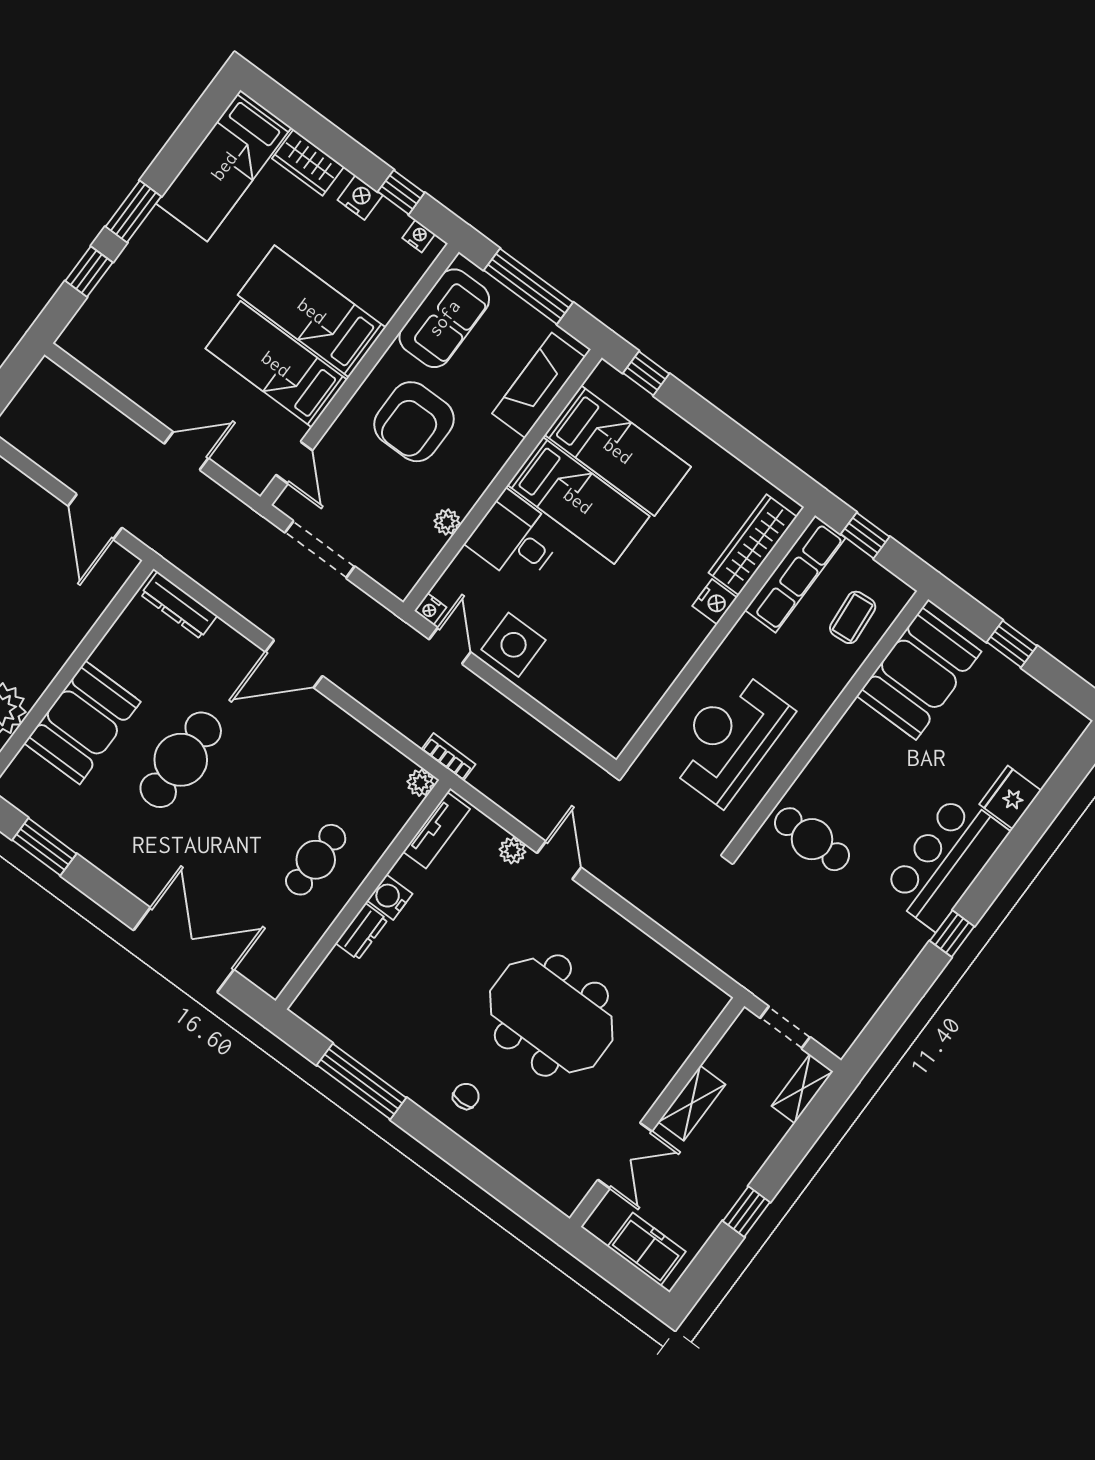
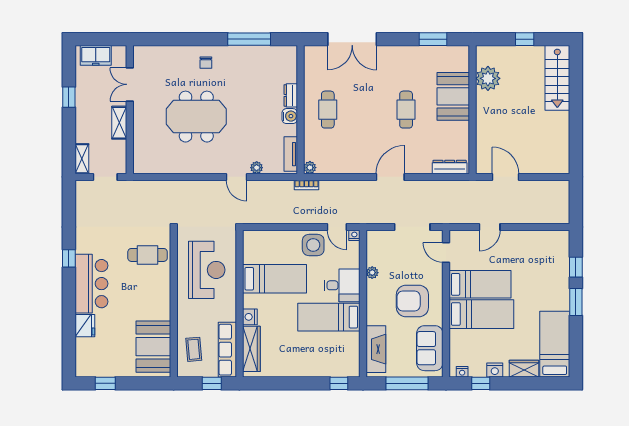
armchair: (414, 422) -> (412, 301), turned -90
bed: (618, 451) -> (274, 279), moved, turned 180
window: (1012, 644) -> (105, 383), moved
cafe table: (181, 760) -> (406, 110), width x0.73, depth x0.74

